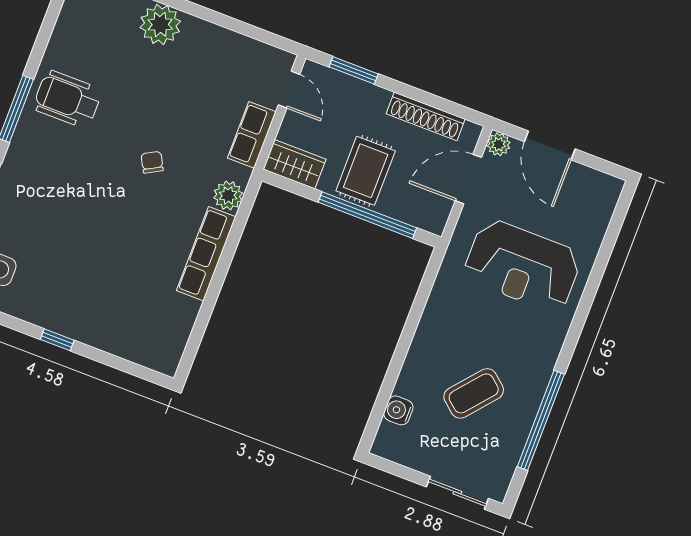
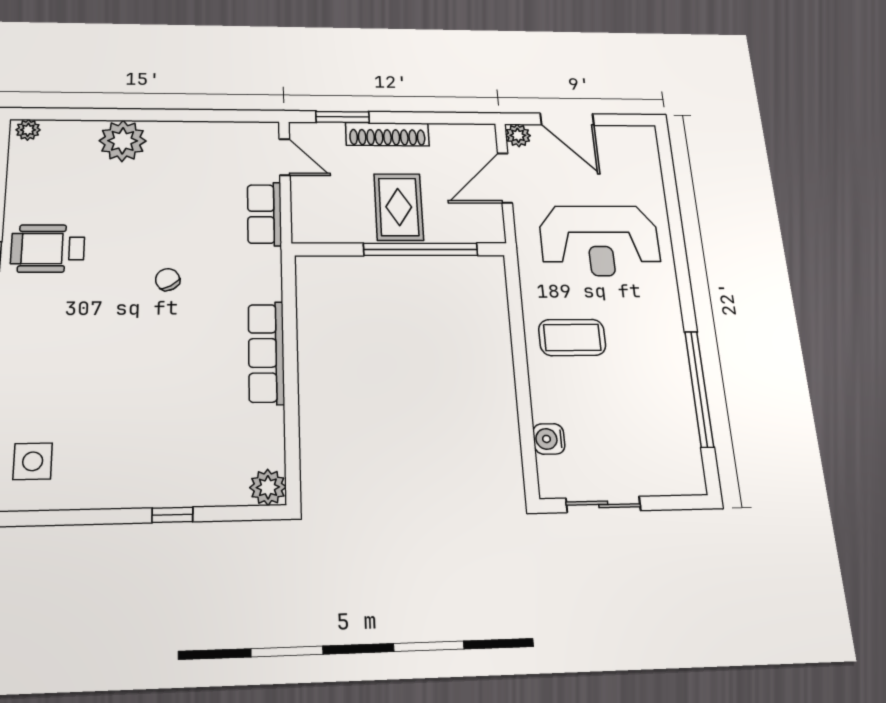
shoe rack: (426, 116) -> (387, 134), moved
wardrobe: (295, 164) -> (322, 227), removed
plant: (228, 196) -> (268, 487), moved
window: (57, 340) -> (172, 515), moved
coffee table: (474, 393) -> (572, 337), moved, turned 50
sliding door: (457, 493) -> (603, 504), moved

